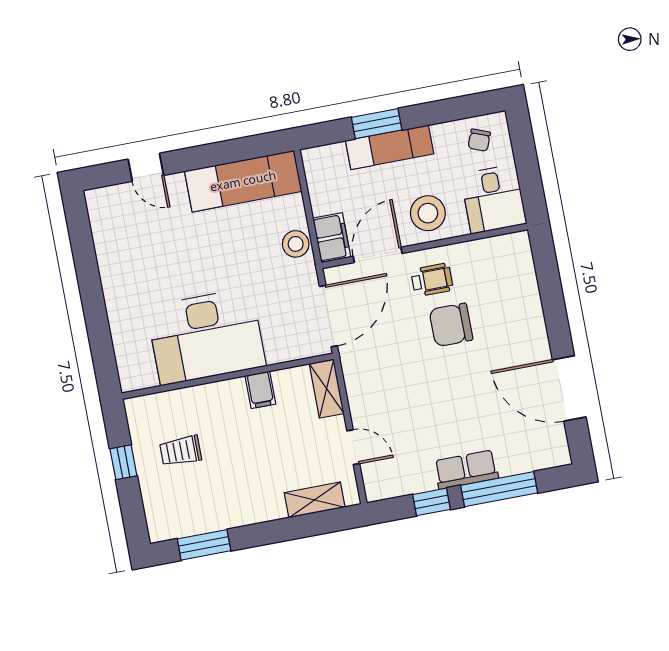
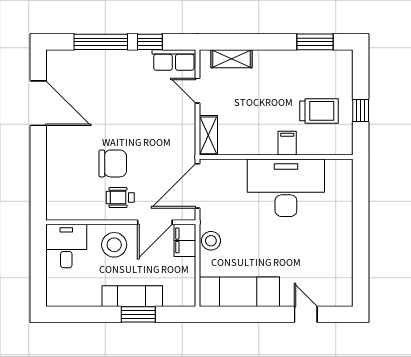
chair: (479, 140) -> (68, 289), removed
filing cabinet: (260, 390) -> (287, 143), moved
trolley: (181, 451) -> (319, 111), width x1.36, depth x1.39
row of seats: (466, 470) -> (174, 60), moved

